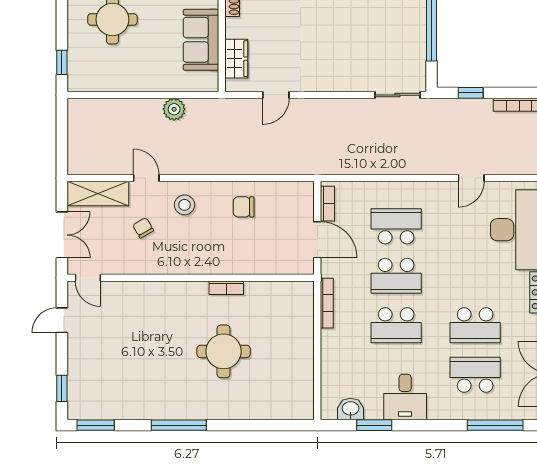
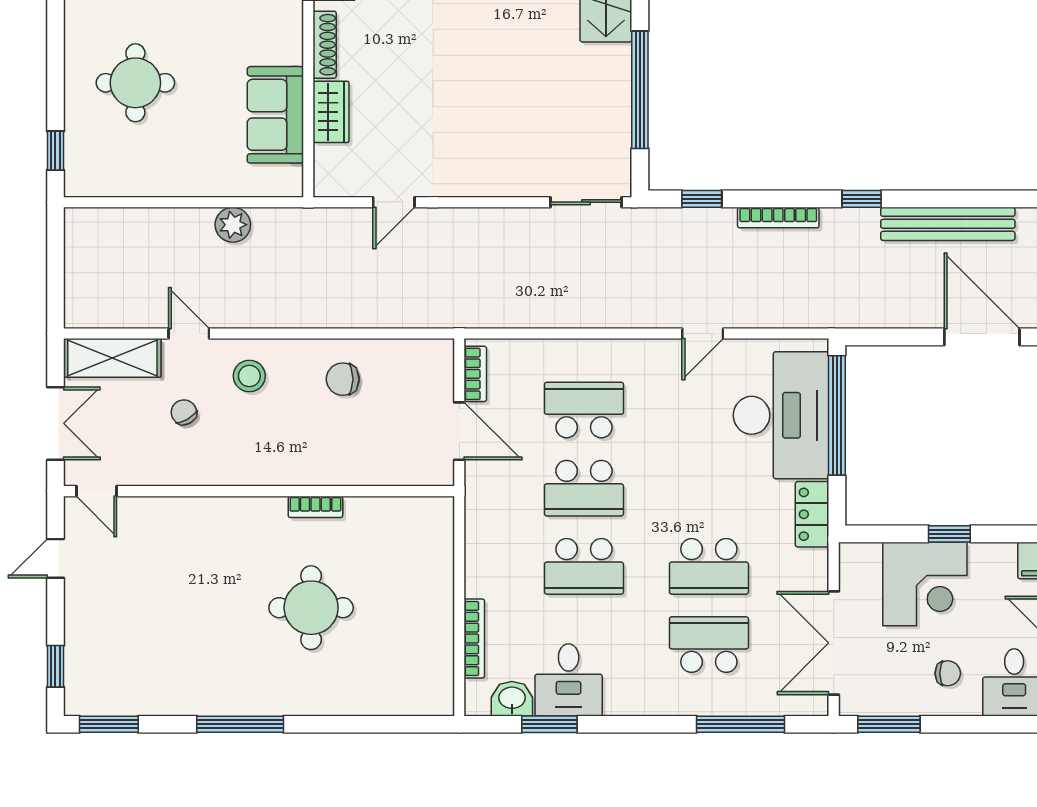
wardrobe: (236, 59) -> (331, 112), moved
bookcase: (327, 303) -> (474, 639), moved
desk: (405, 397) -> (569, 680), moved

